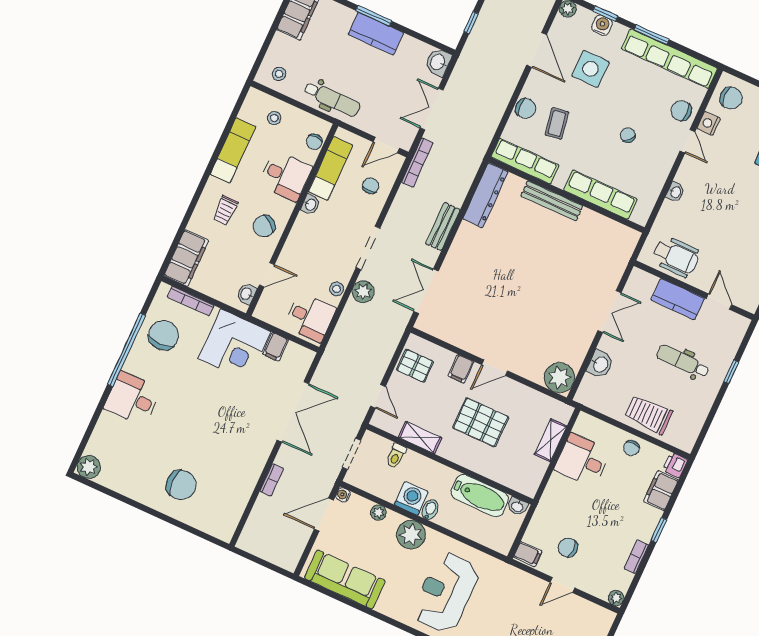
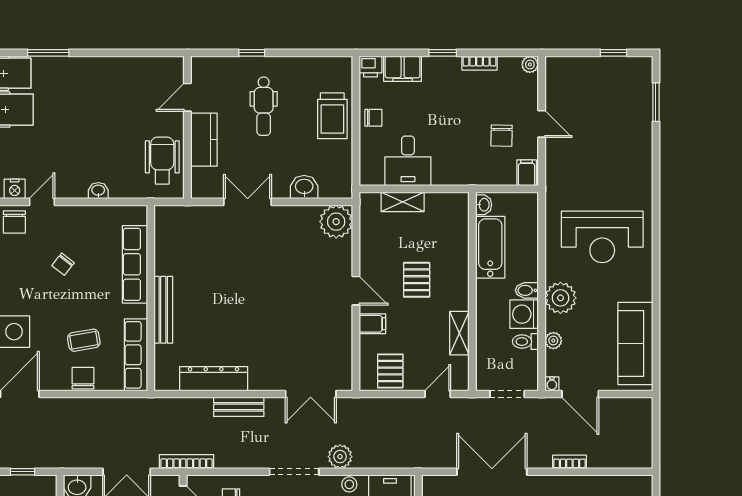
dresser: (485, 195) -> (214, 379), moved
pallet: (481, 422) -> (417, 280), width x0.67, depth x0.71
toilet: (396, 456) -> (525, 342), moved, turned 180

